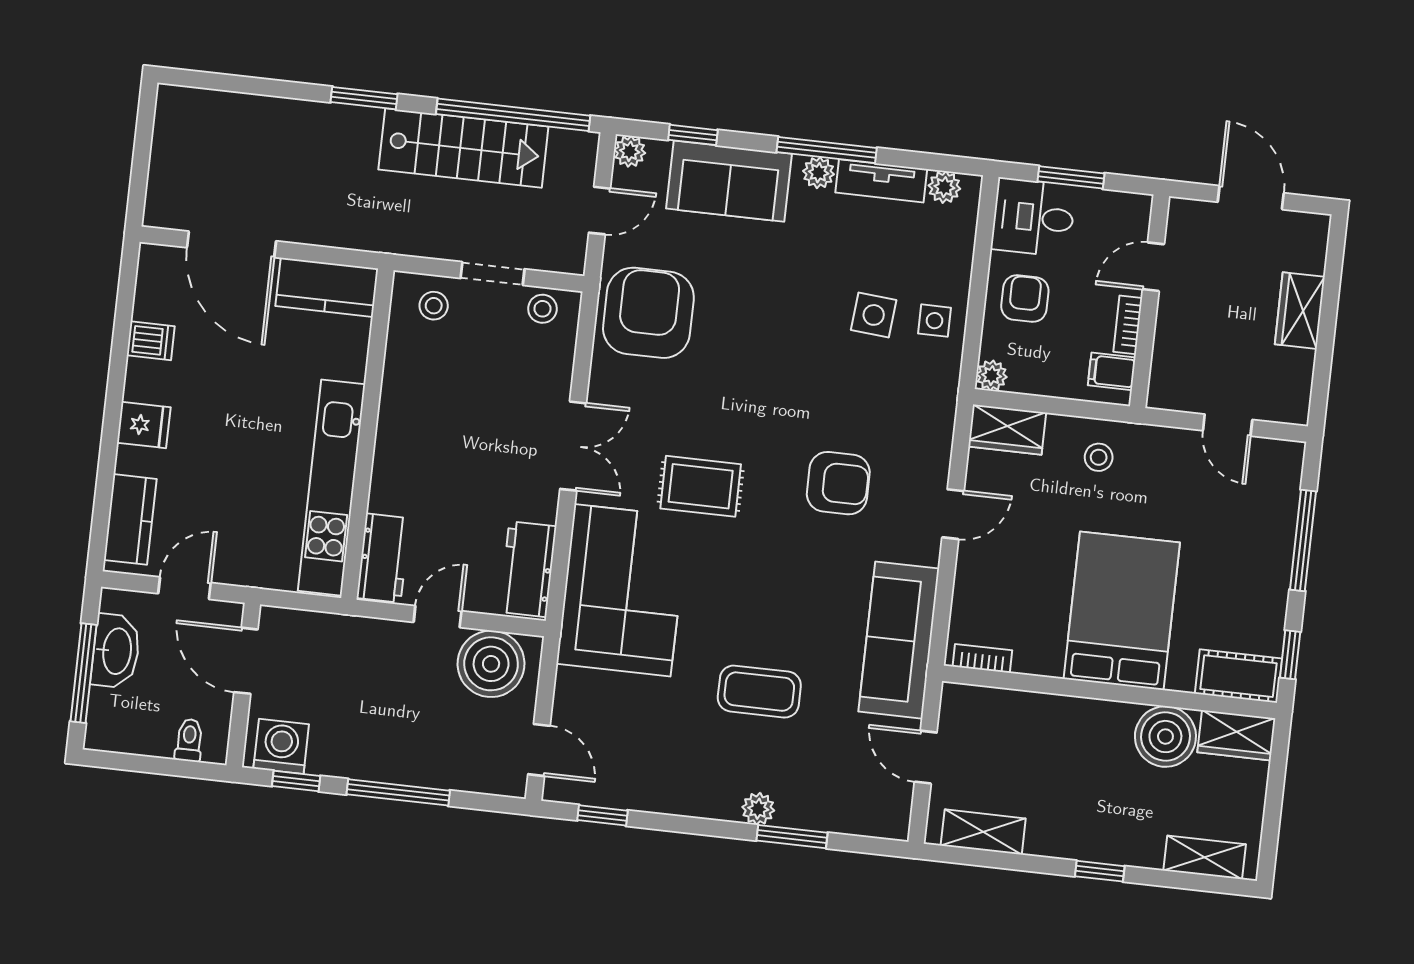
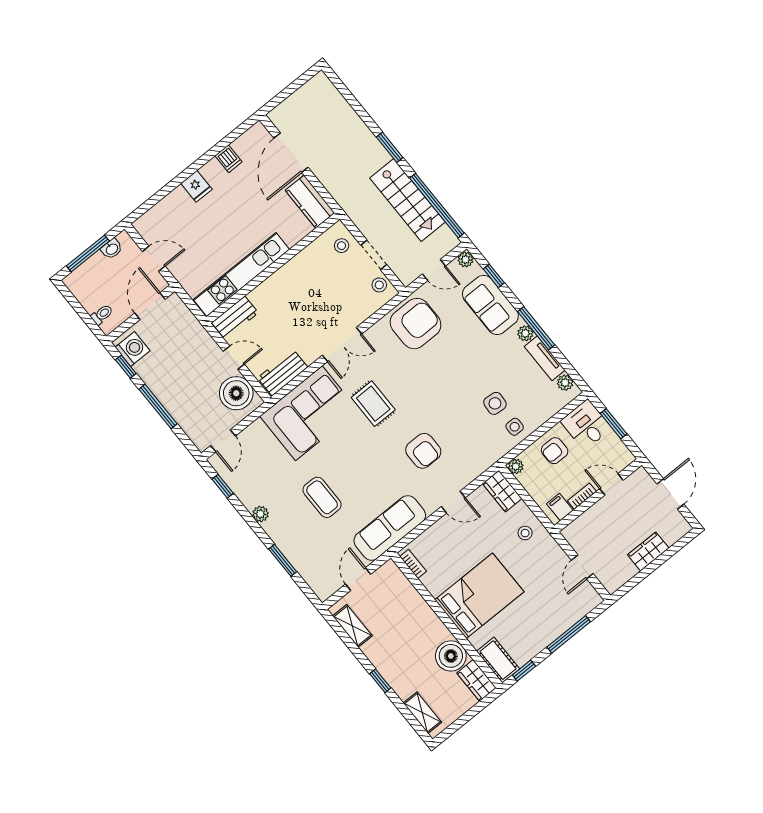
armchair: (1025, 299) -> (555, 451), turned 180
kitchen counter: (130, 519) -> (158, 215), removed
washbasin: (116, 651) -> (112, 249), width x0.52, depth x0.69
plant: (758, 809) -> (260, 514), moved

